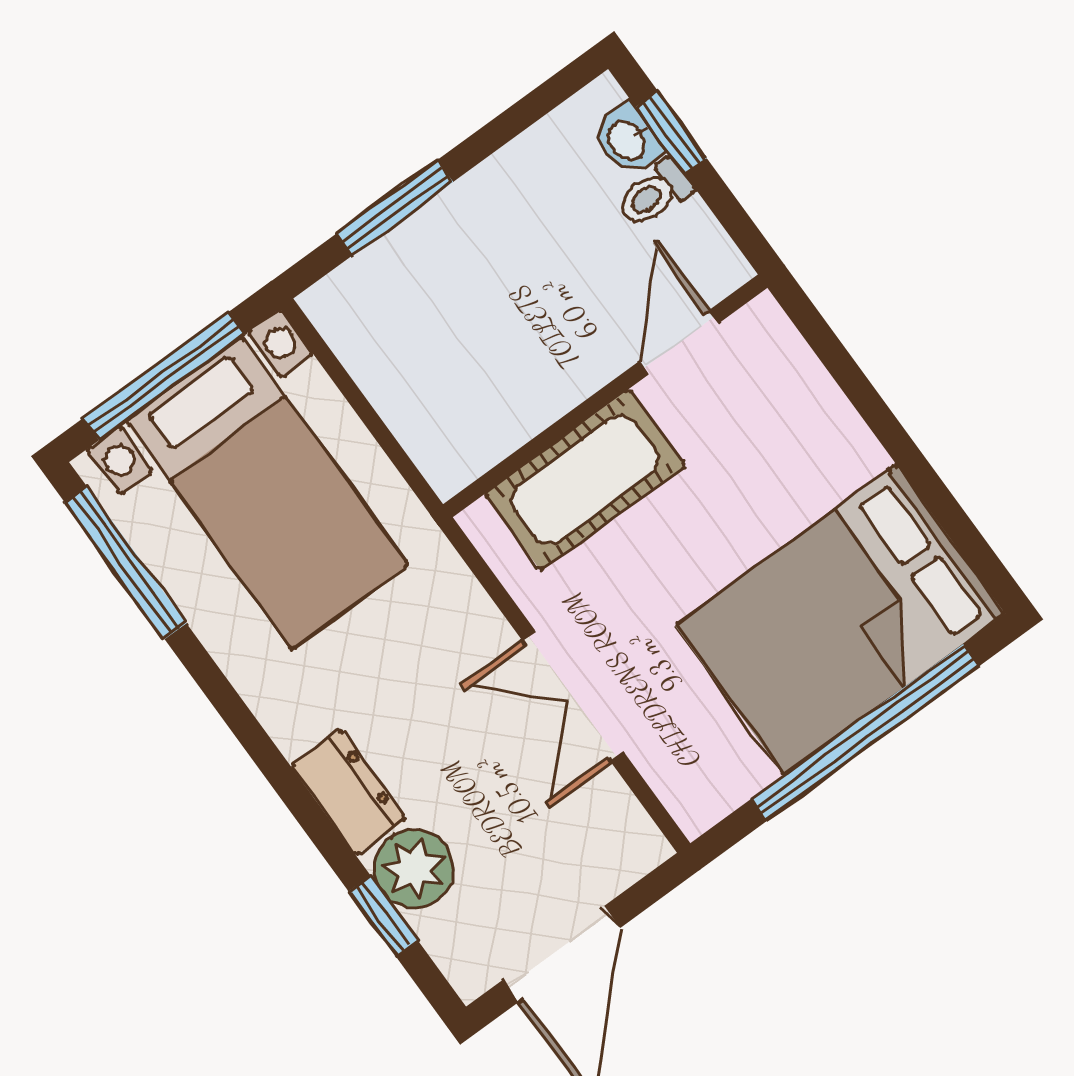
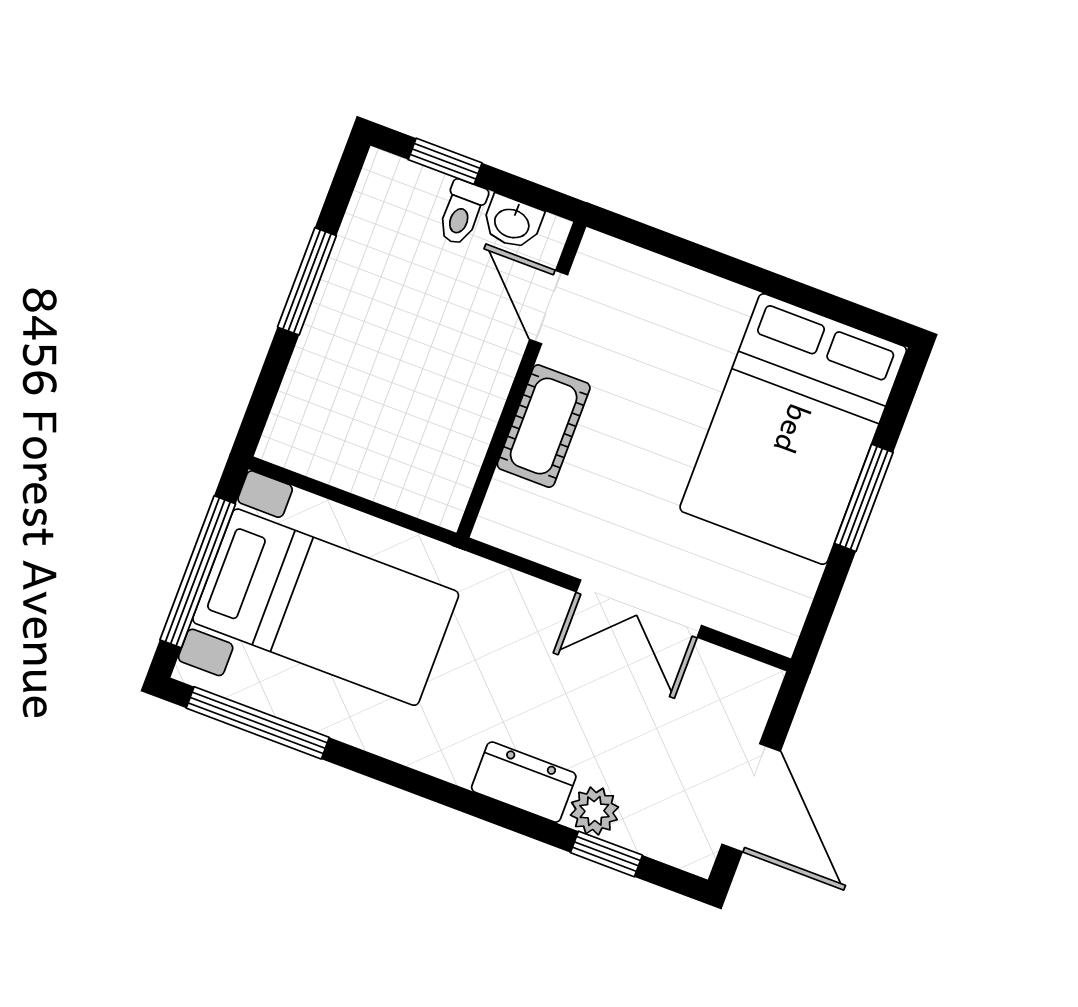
washbasin: (628, 140) -> (512, 222), moved
window: (395, 208) -> (307, 281), moved
cot: (585, 480) -> (544, 426), width x0.73, depth x0.75
window: (865, 733) -> (864, 498), width x0.47
plant: (414, 869) -> (594, 811), width x0.73, depth x0.73

